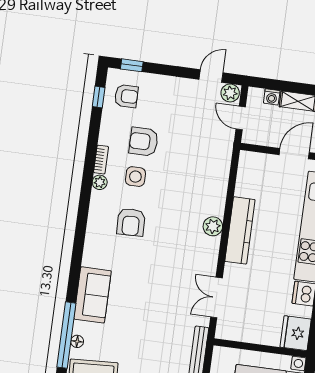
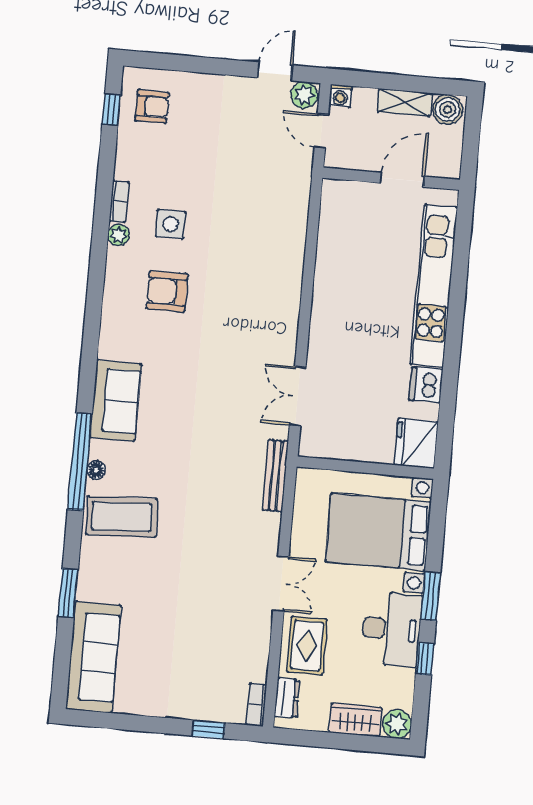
window: (132, 65) -> (158, 61), removed
washing machine: (272, 97) -> (341, 96), moved
armchair: (144, 142) -> (180, 172), removed
armchair: (131, 222) -> (167, 291), turned 92
plant: (213, 226) -> (288, 292), removed
kitchen counter: (240, 230) -> (328, 296), removed

